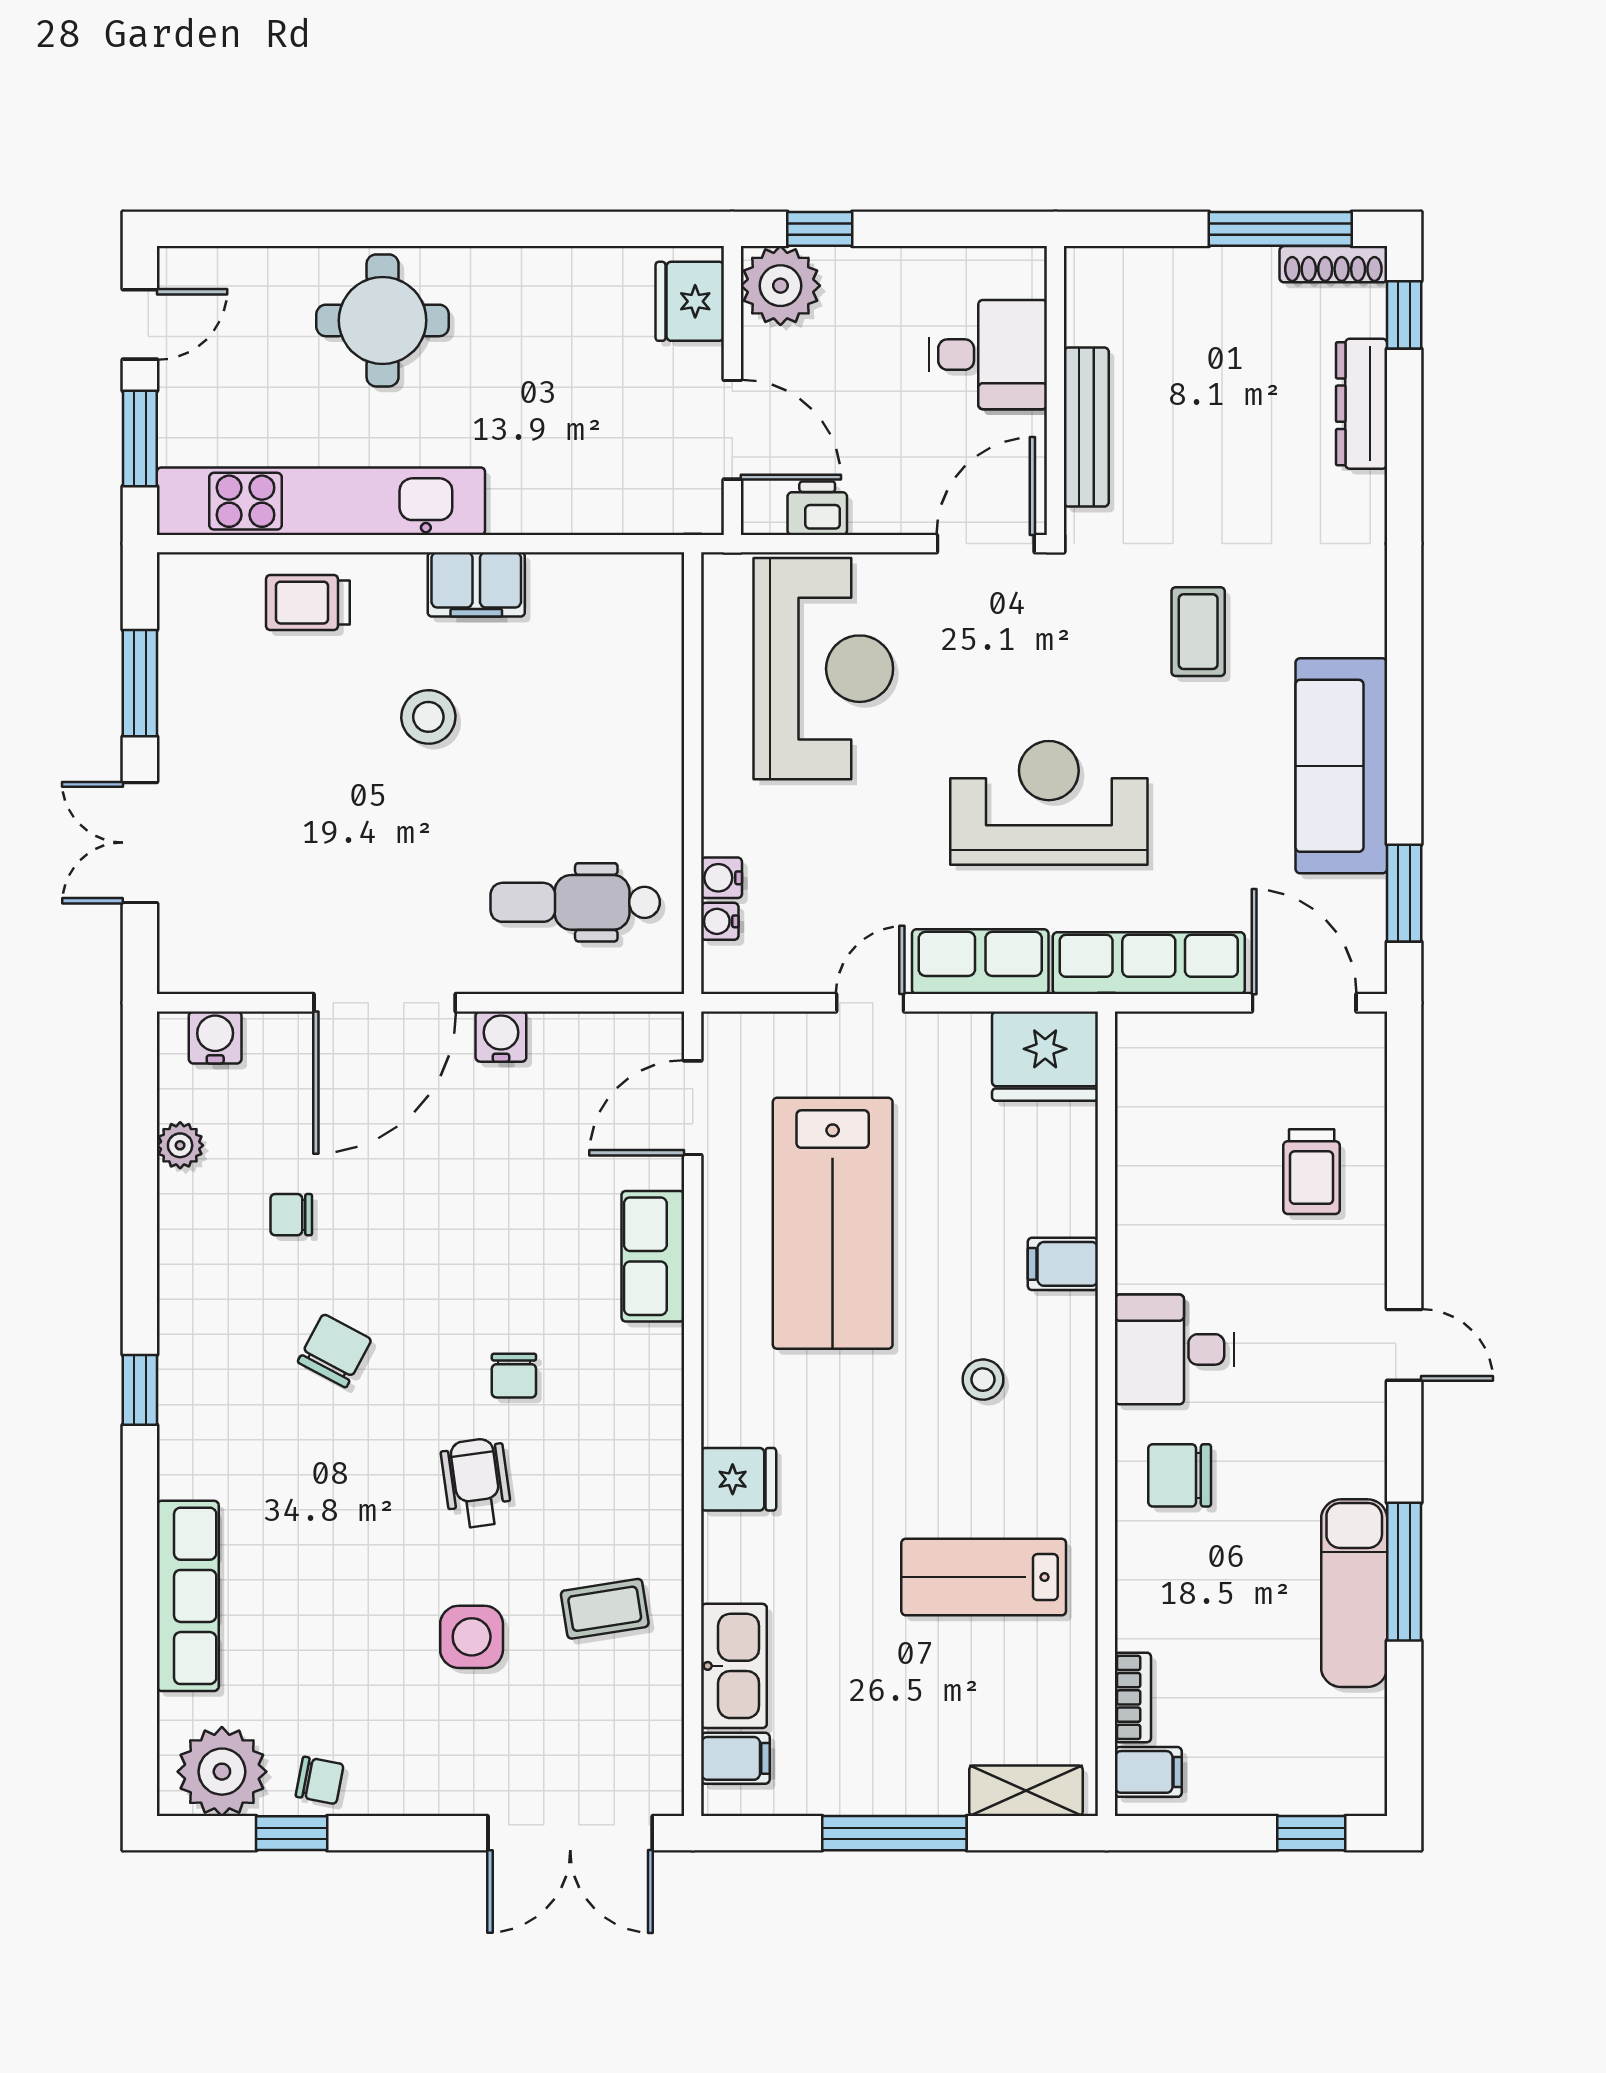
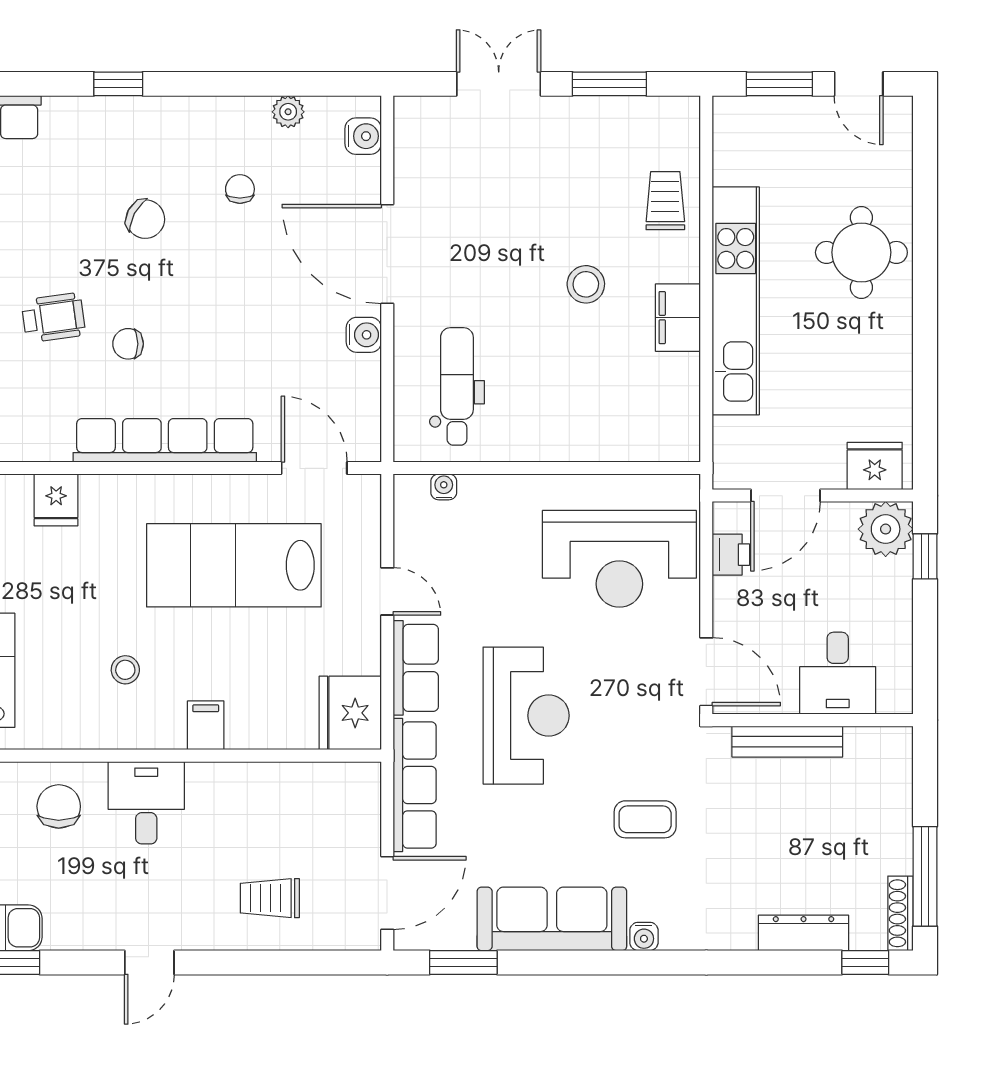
kitchen unit: (321, 501) -> (736, 301), moved
water cooler: (722, 878) -> (644, 936), moved, turned 180
row of seats: (653, 1256) -> (165, 440), width x2.02

